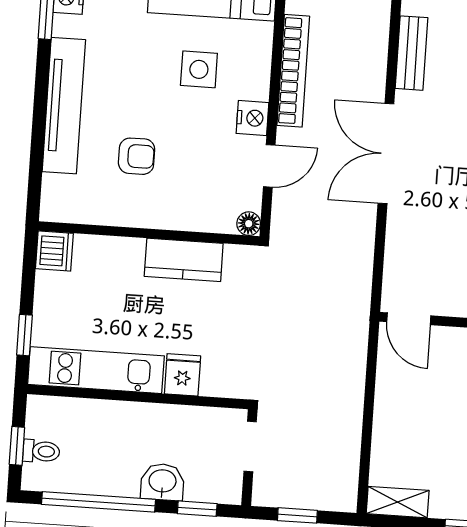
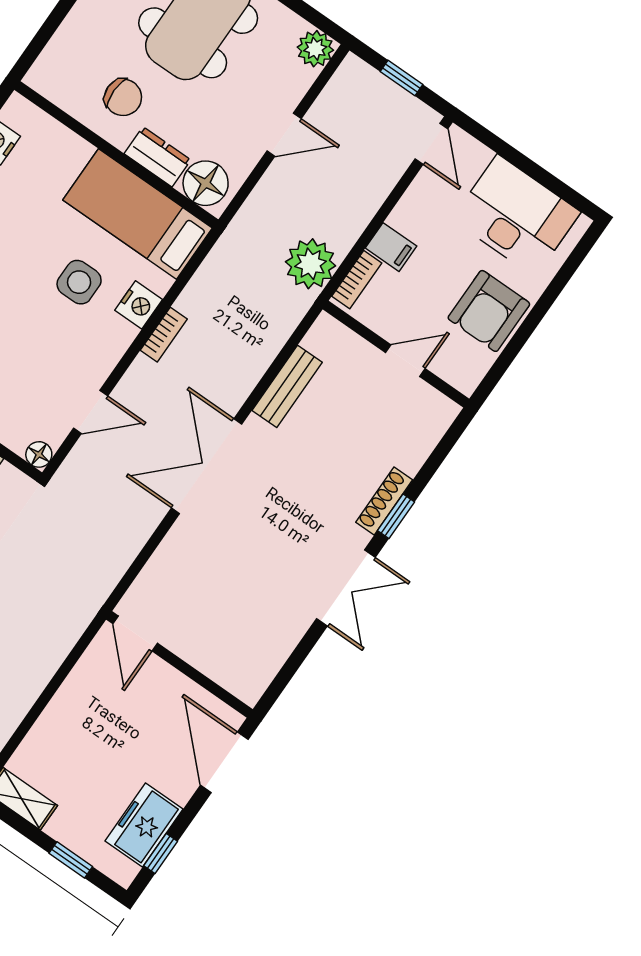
bookcase: (293, 71) -> (164, 335), width x0.43, depth x0.76
nightstand: (252, 118) -> (139, 305), moved

